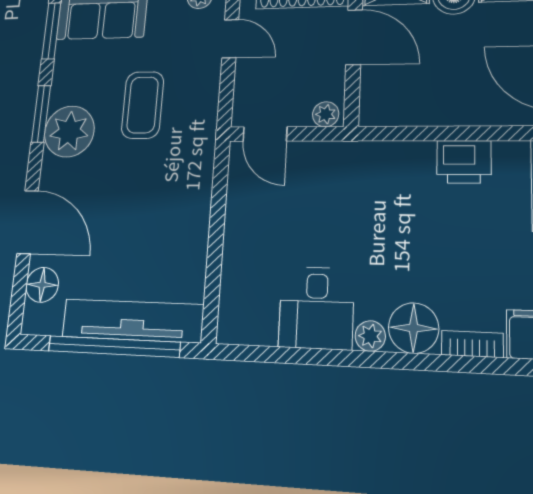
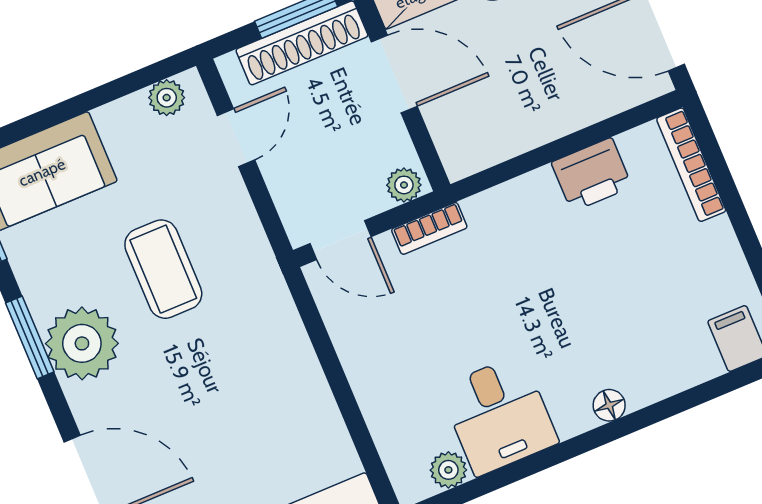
door: (230, 39) -> (236, 138), hinge flipped
floor lamp: (414, 328) -> (609, 405), width x0.53, depth x0.53
plant: (370, 336) -> (448, 470), moved
bookcase: (472, 344) -> (429, 228), moved, turned 180

